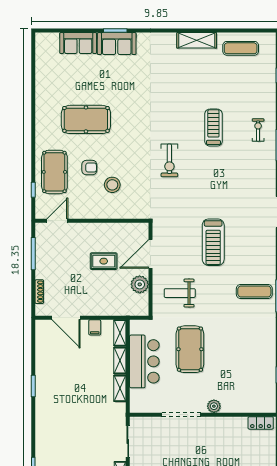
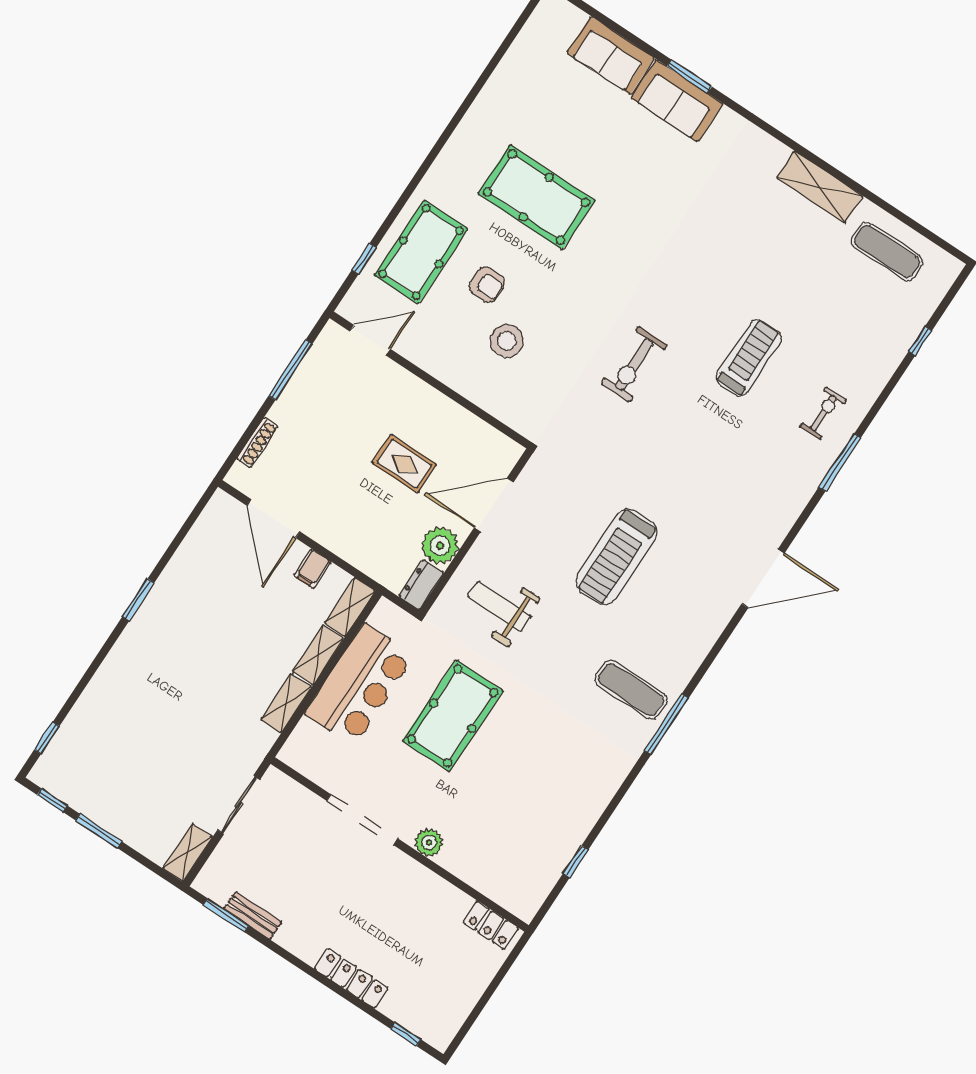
dresser: (143, 305) -> (421, 585), added

